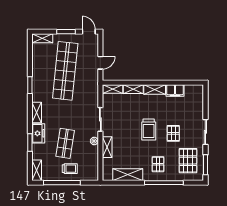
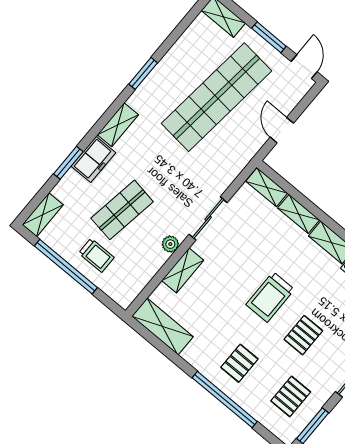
door: (100, 63) -> (282, 130), swing flipped
pallet: (188, 161) -> (291, 396), width x0.67, depth x0.71
shelving: (128, 175) -> (163, 326), moved

